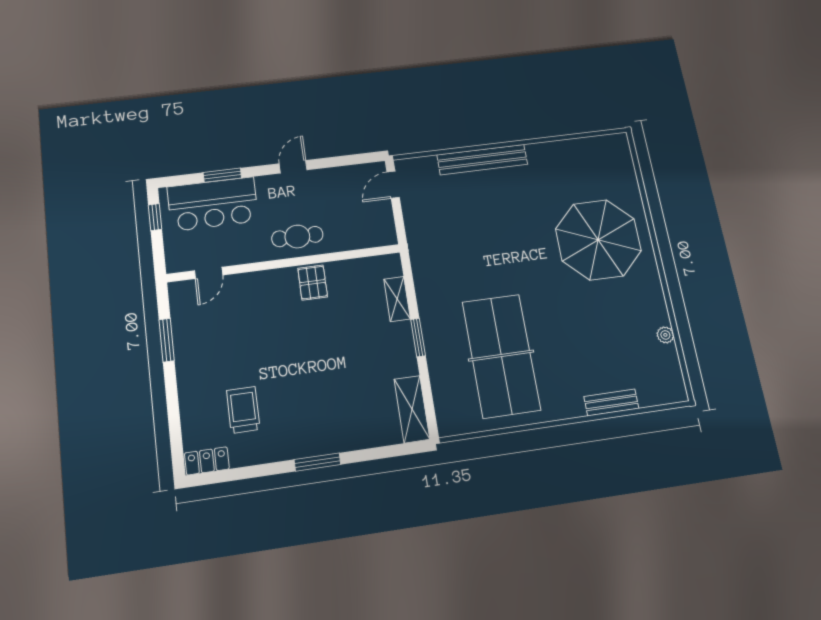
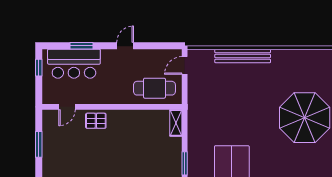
cafe table: (297, 237) -> (154, 88), moved, width x1.37, depth x1.35
pallet: (313, 283) -> (96, 121), moved, turned 90
shelving: (397, 299) -> (176, 123), moved

